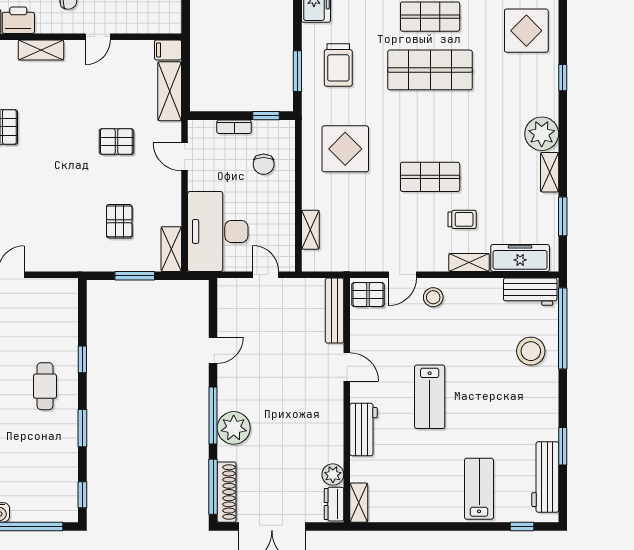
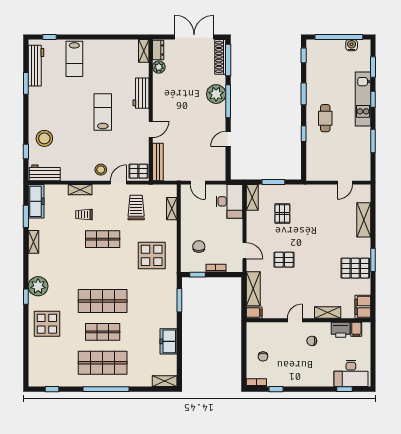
trolley: (338, 65) -> (136, 208), moved
plant: (542, 134) -> (38, 286), moved
desk: (218, 231) -> (229, 201), width x0.73, depth x0.77
freezer: (520, 258) -> (36, 201), moved, turned -90
window: (563, 329) -> (26, 151), width x0.32
door: (347, 367) -> (151, 129), swing flipped

